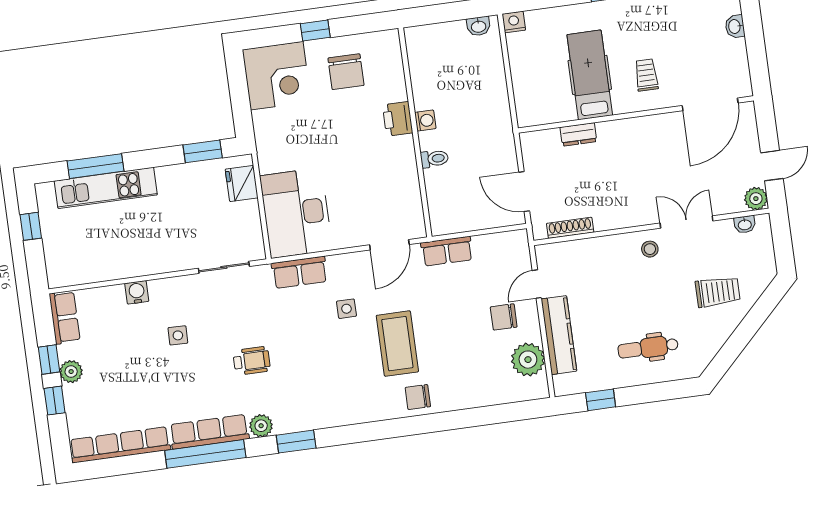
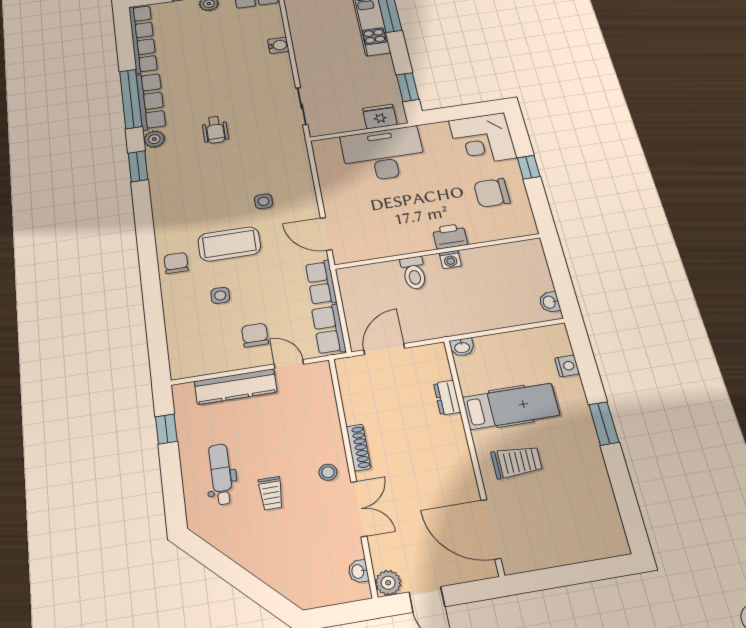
nightstand: (514, 22) -> (567, 366), moved
washbasin: (735, 26) -> (462, 347), moved, turned 180
trolley: (646, 75) -> (517, 462), width x1.36, depth x1.39
toilet: (434, 159) -> (414, 273), width x1.37, depth x1.39
desk: (296, 213) -> (383, 154), moved
shoe rack: (570, 228) -> (358, 448), moved
row of seats: (299, 272) -> (329, 329), moved
trolley: (718, 292) -> (271, 493), moved, width x0.73, depth x0.72
side table: (178, 335) -> (220, 295), moved
plant: (528, 360) -> (211, 359), removed

